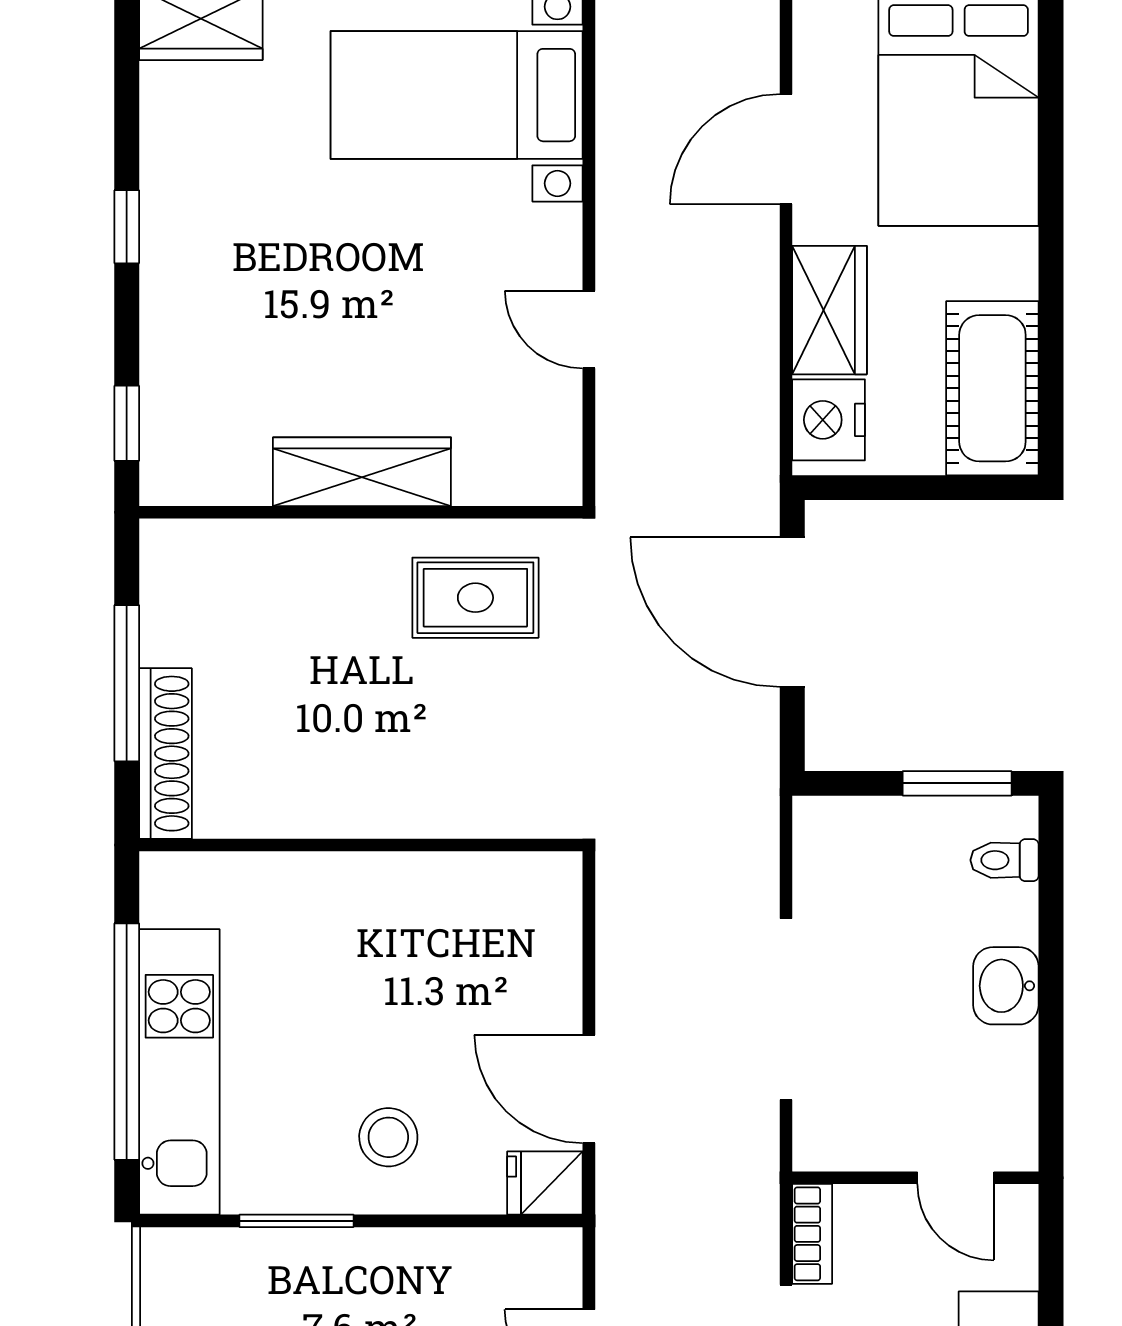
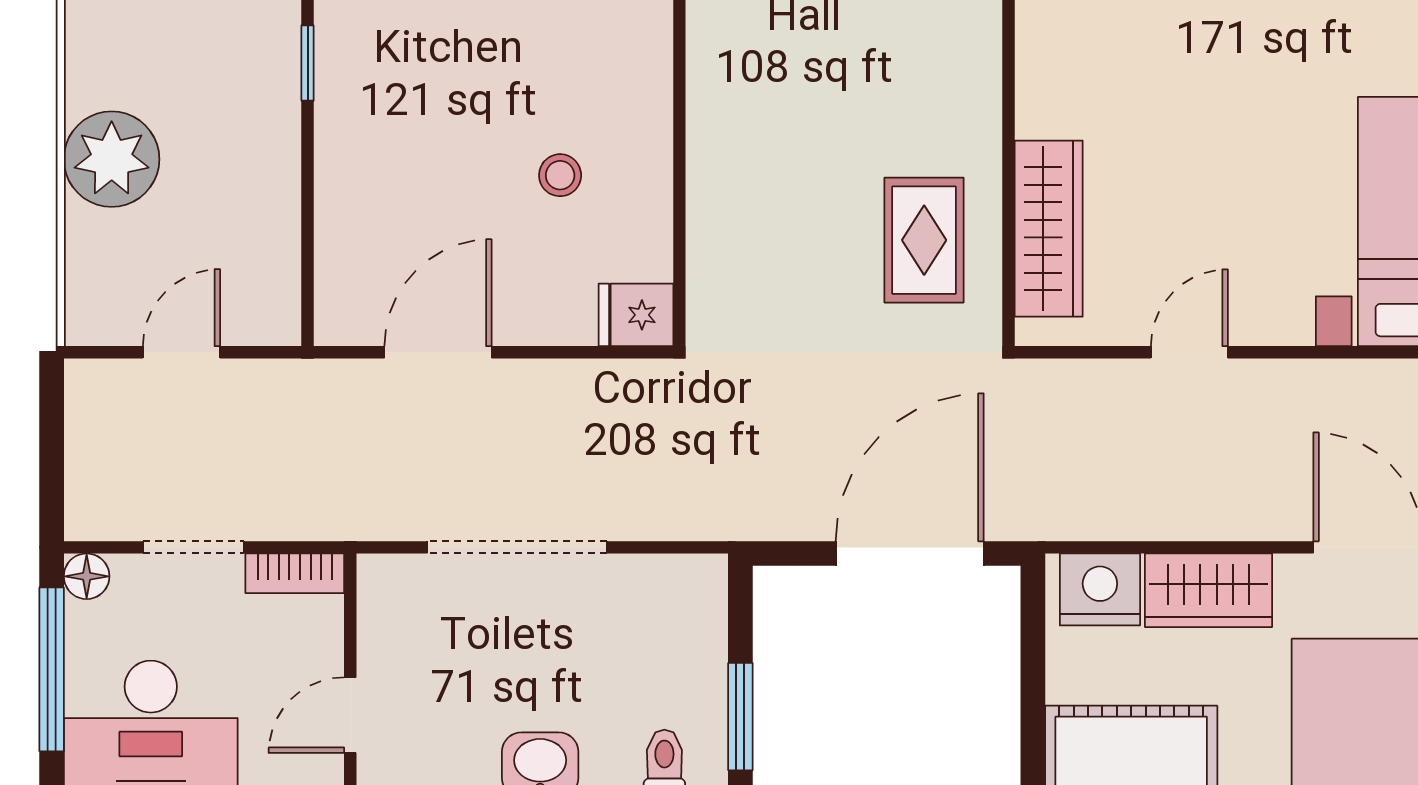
wardrobe: (362, 472) -> (1049, 229), moved
stool: (388, 1137) -> (560, 175), moved, width x0.73, depth x0.73
fridge: (545, 1183) -> (636, 315), moved, turned -90
window: (296, 1221) -> (308, 63), width x0.67

